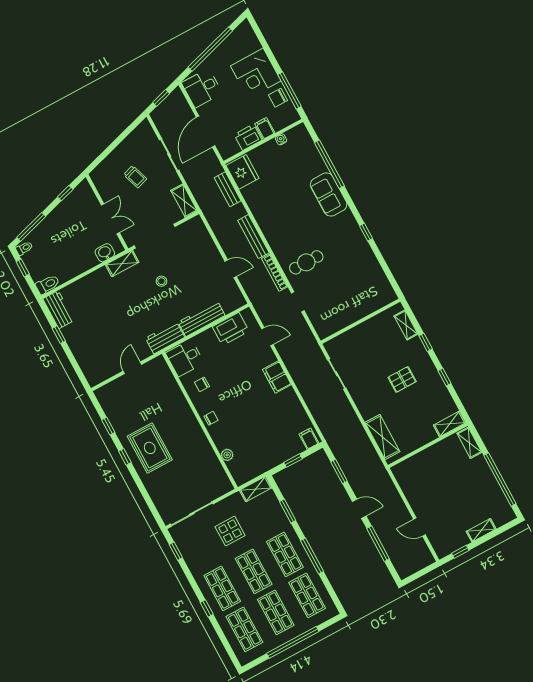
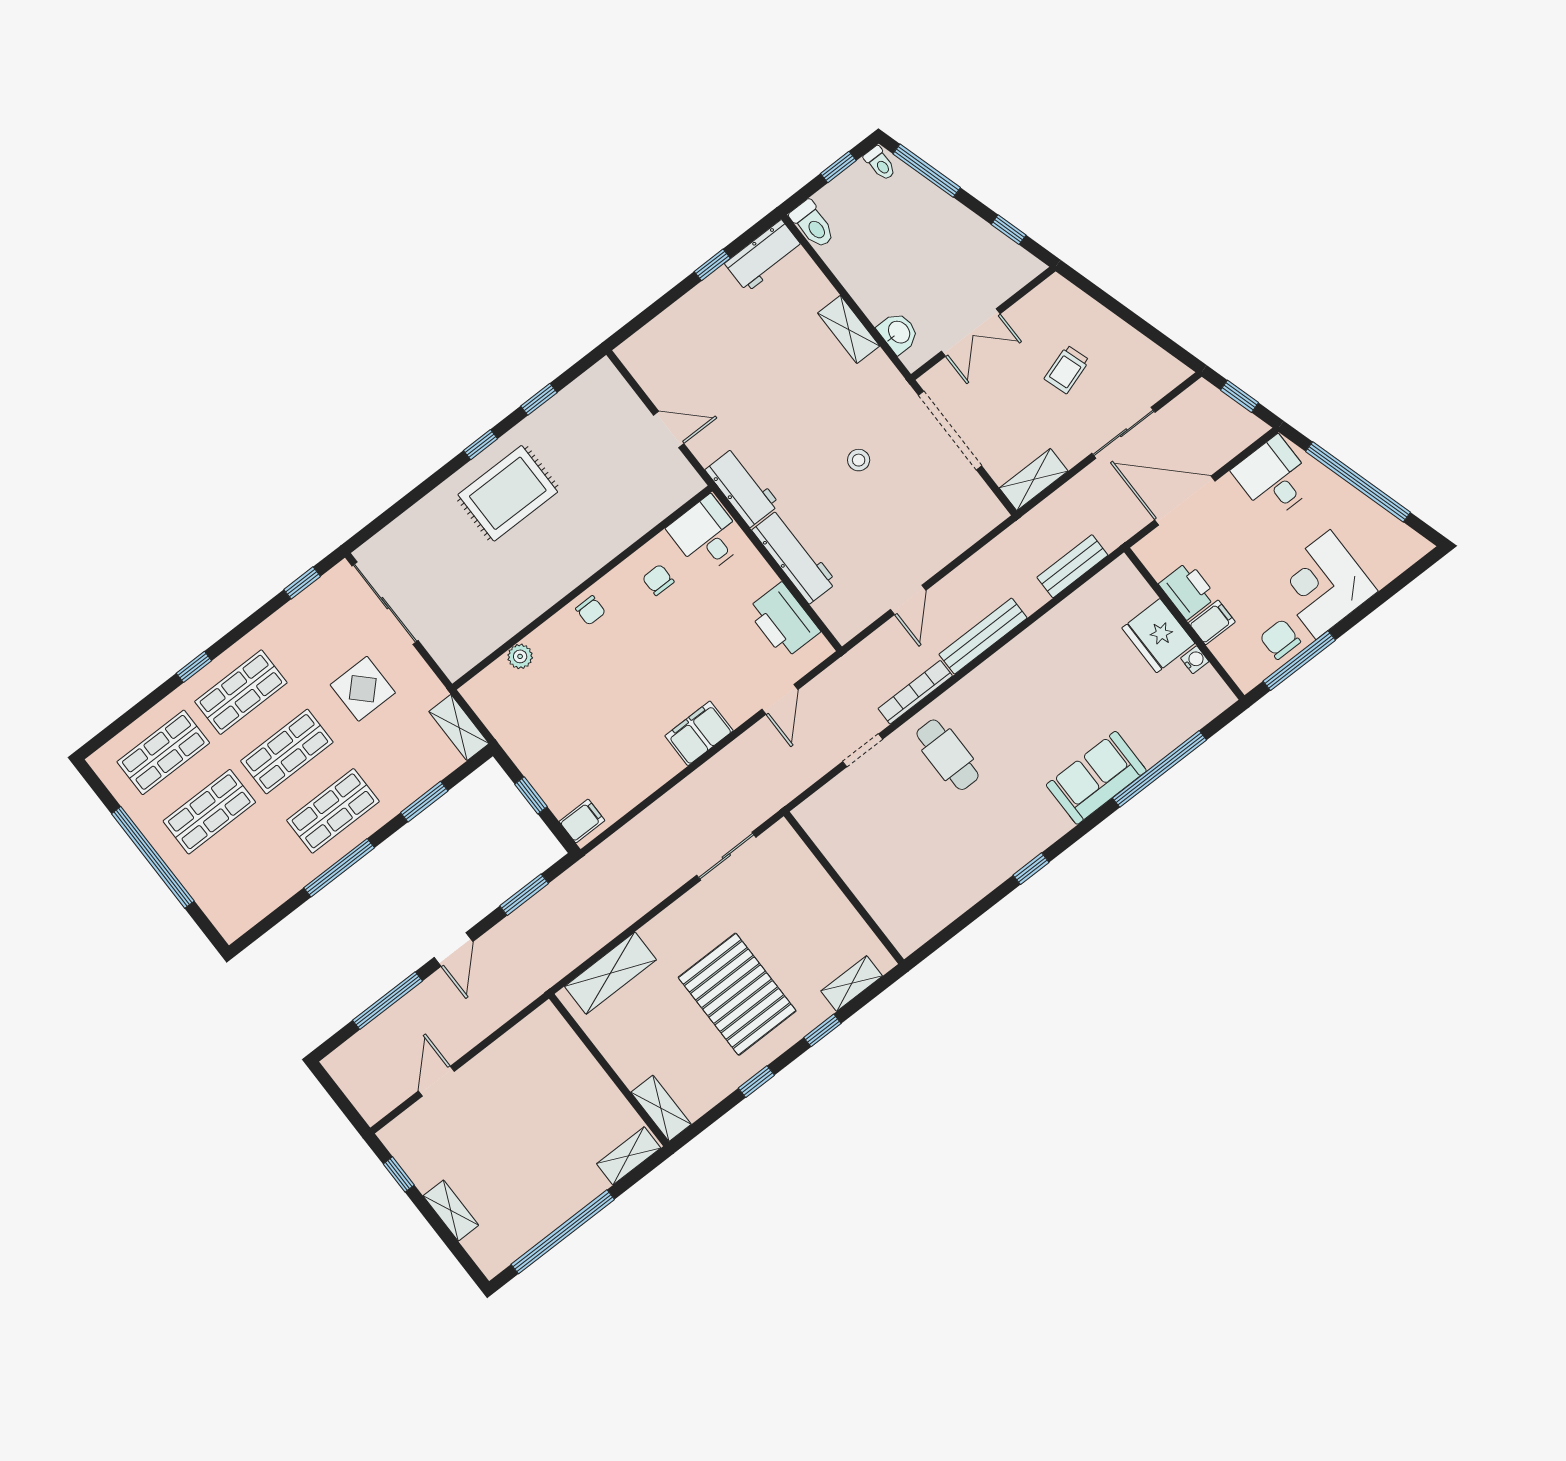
fridge: (242, 172) -> (1158, 636), moved, turned 90
shelving: (122, 263) -> (849, 329), moved
pallet: (402, 379) -> (737, 994), width x2.05, depth x2.00
shop shelf: (307, 595) -> (255, 871), removed

